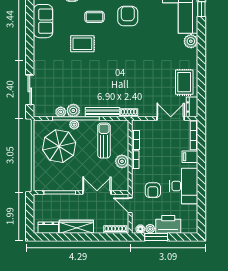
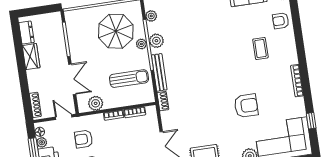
armchair: (128, 16) -> (246, 106), moved
rug: (82, 44) -> (230, 40), removed
plant: (61, 112) -> (151, 16), moved
plant: (122, 161) -> (96, 103), moved
door: (130, 205) -> (64, 117), hinge flipped
wardrobe: (76, 227) -> (31, 57), width x0.67

